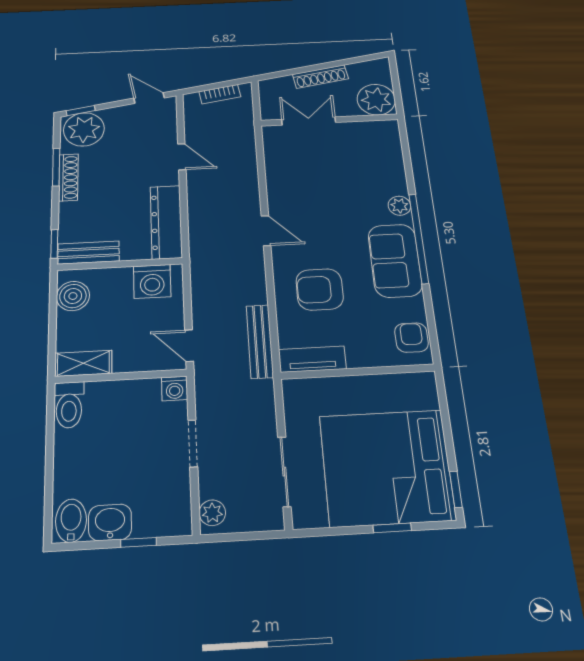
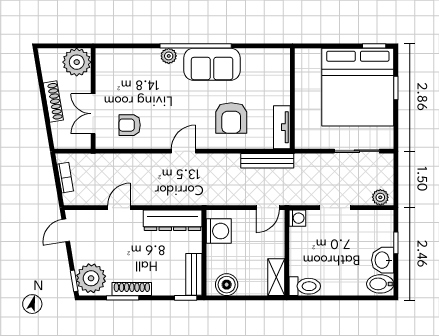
armchair: (411, 338) -> (130, 125), moved

